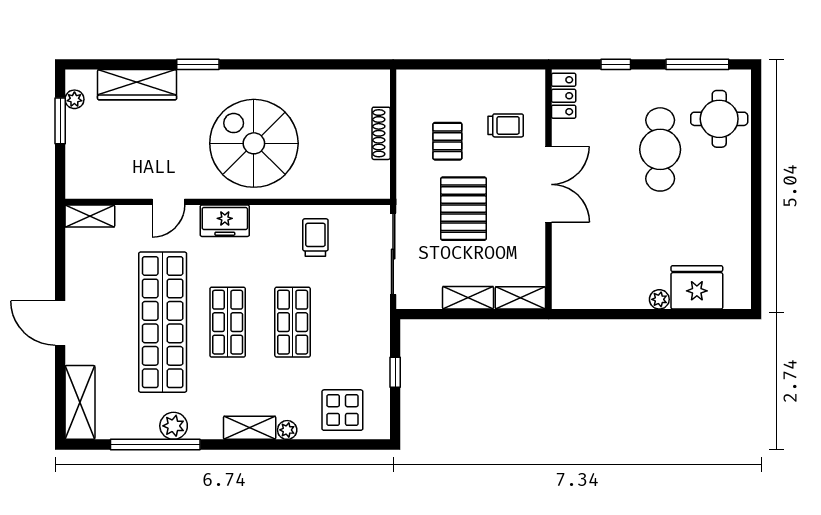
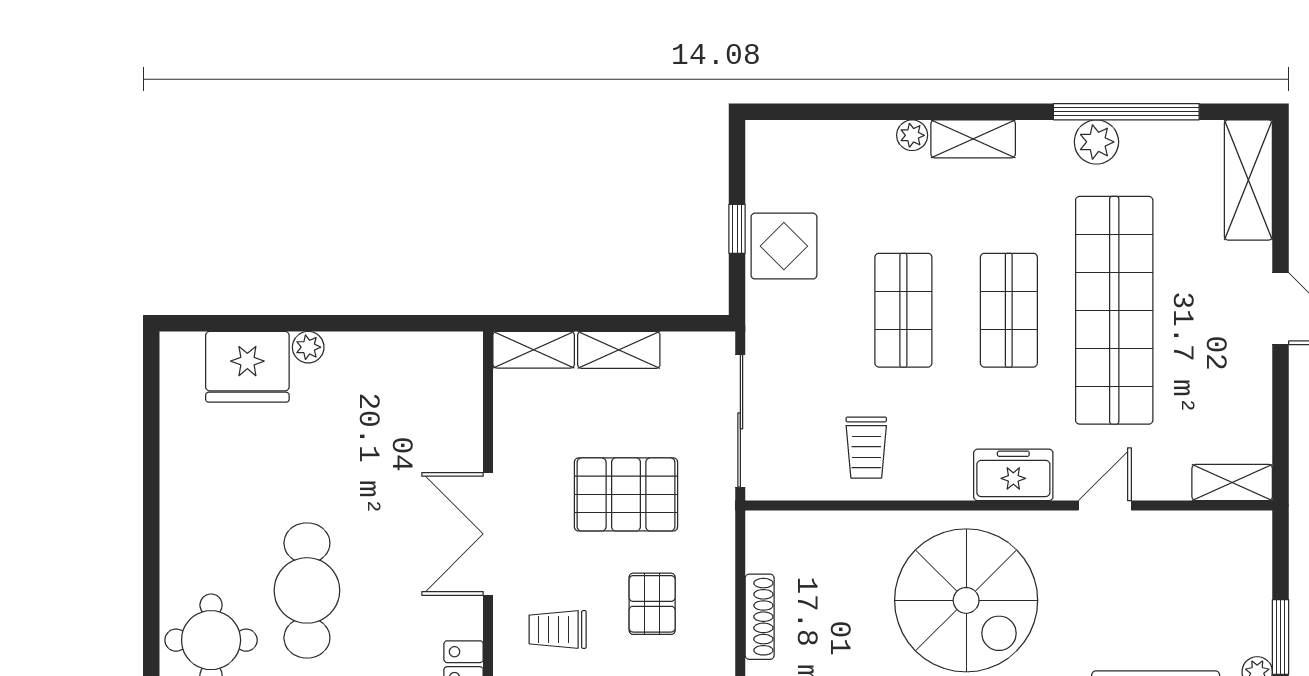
pallet: (463, 209) -> (626, 494), turned 90
display table: (342, 410) -> (784, 246), moved

